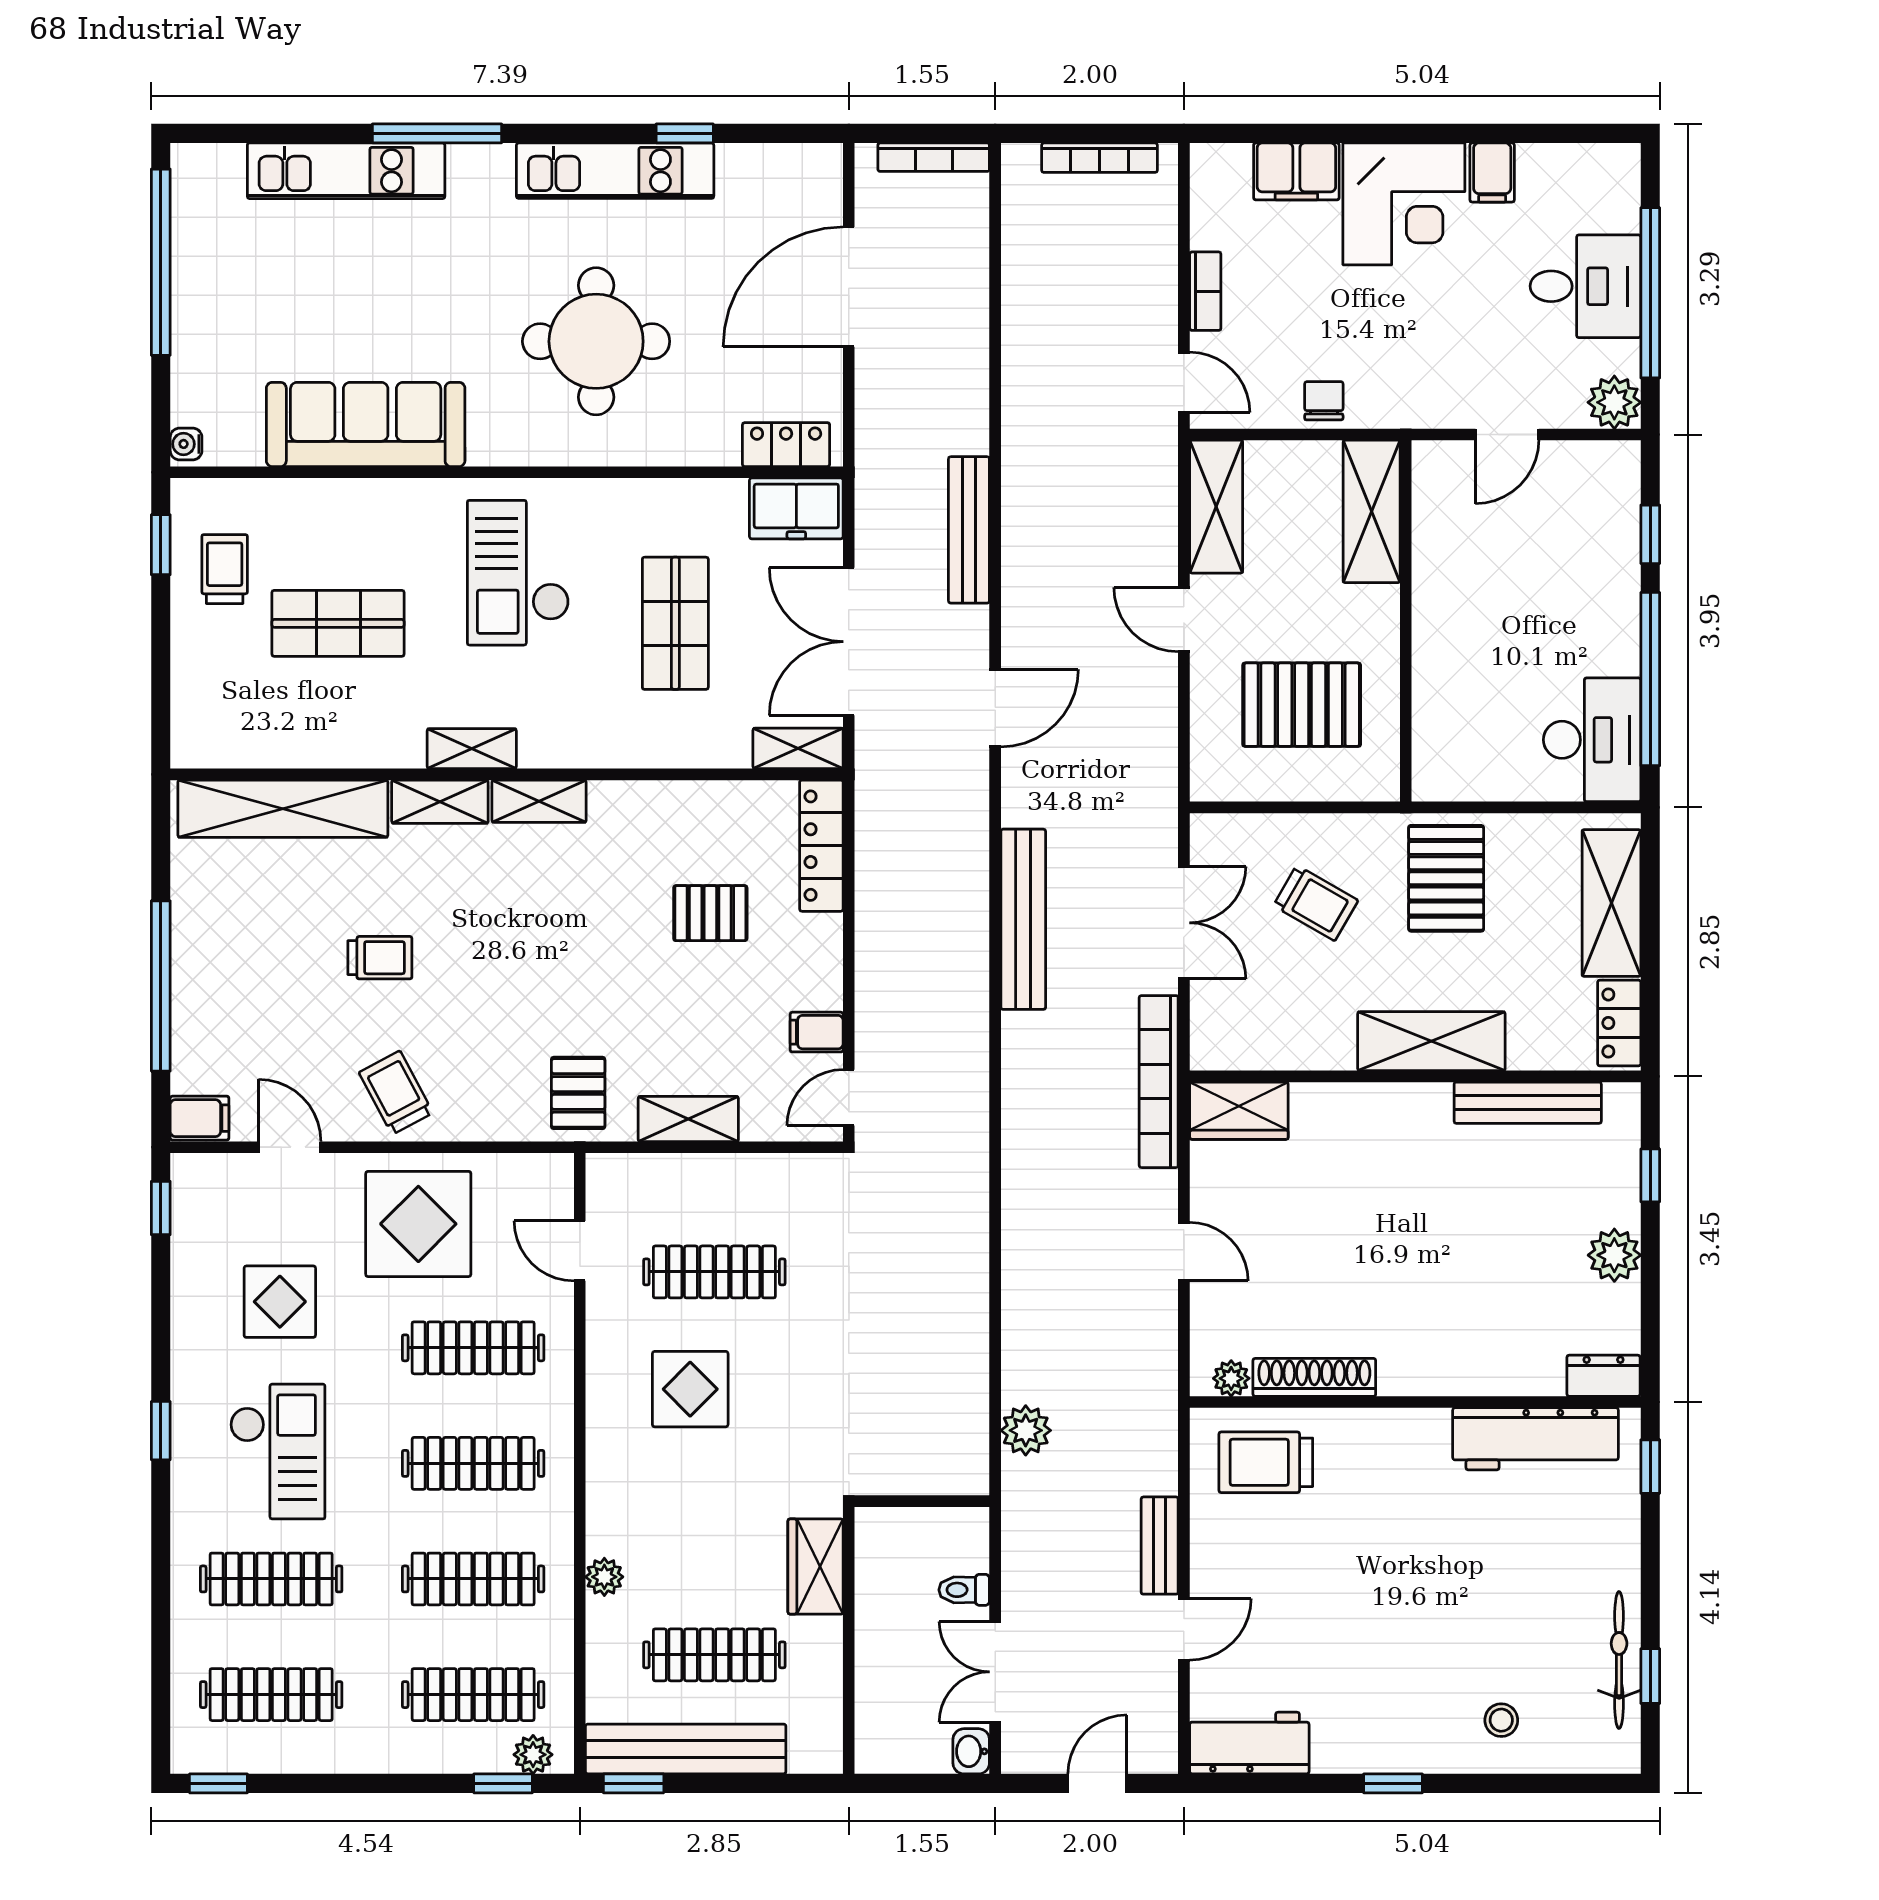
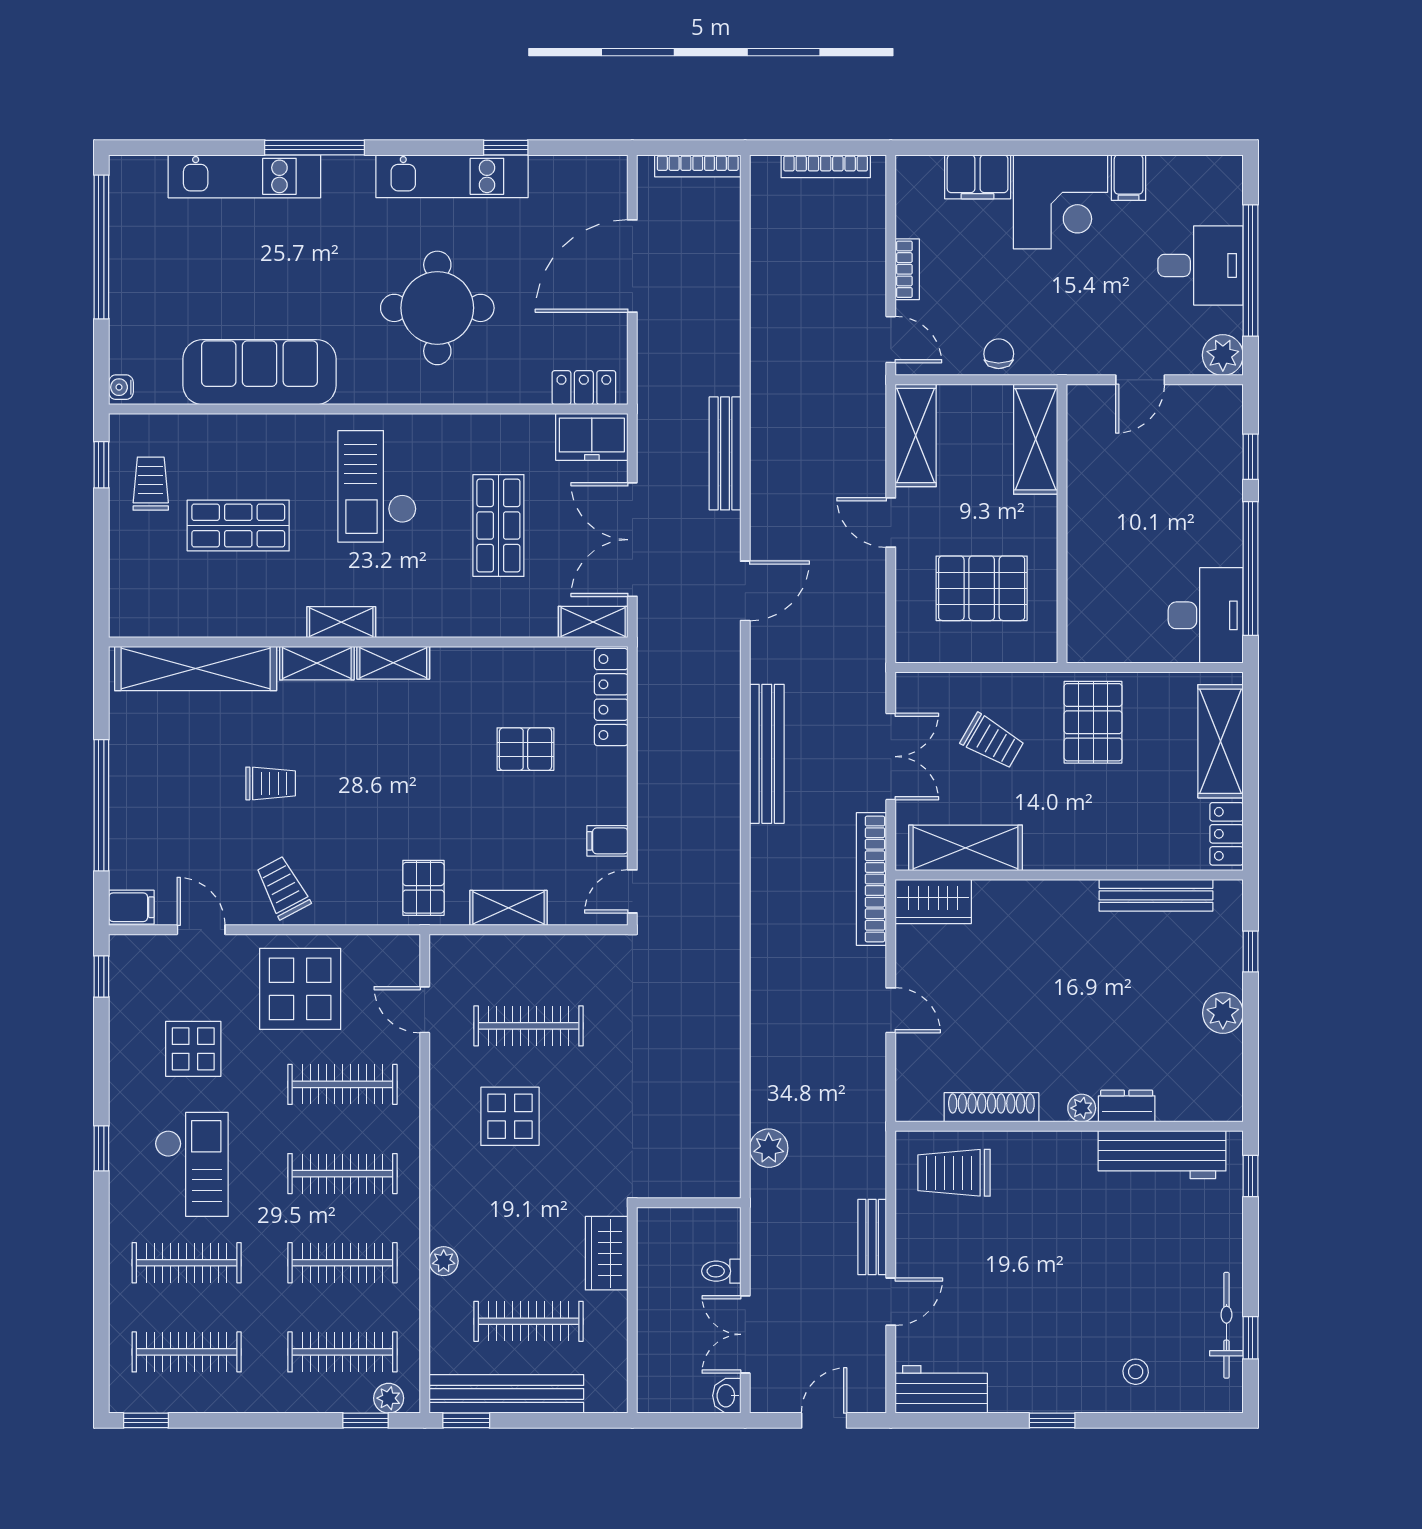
shelving: (1431, 1041) -> (966, 848), moved
dresser: (1603, 1376) -> (1127, 1106), moved
plant: (1231, 1378) -> (1082, 1108), moved

